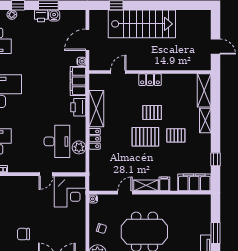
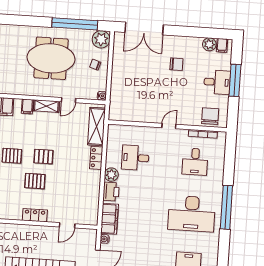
shelving: (96, 109) -> (97, 126), moved
pallet: (145, 137) -> (44, 157), width x0.67, depth x0.71
desk: (57, 141) -> (135, 158), width x0.73
plant: (79, 147) -> (111, 175), moved
door: (46, 174) -> (169, 126), moved
corner desk: (70, 191) -> (125, 105), removed

